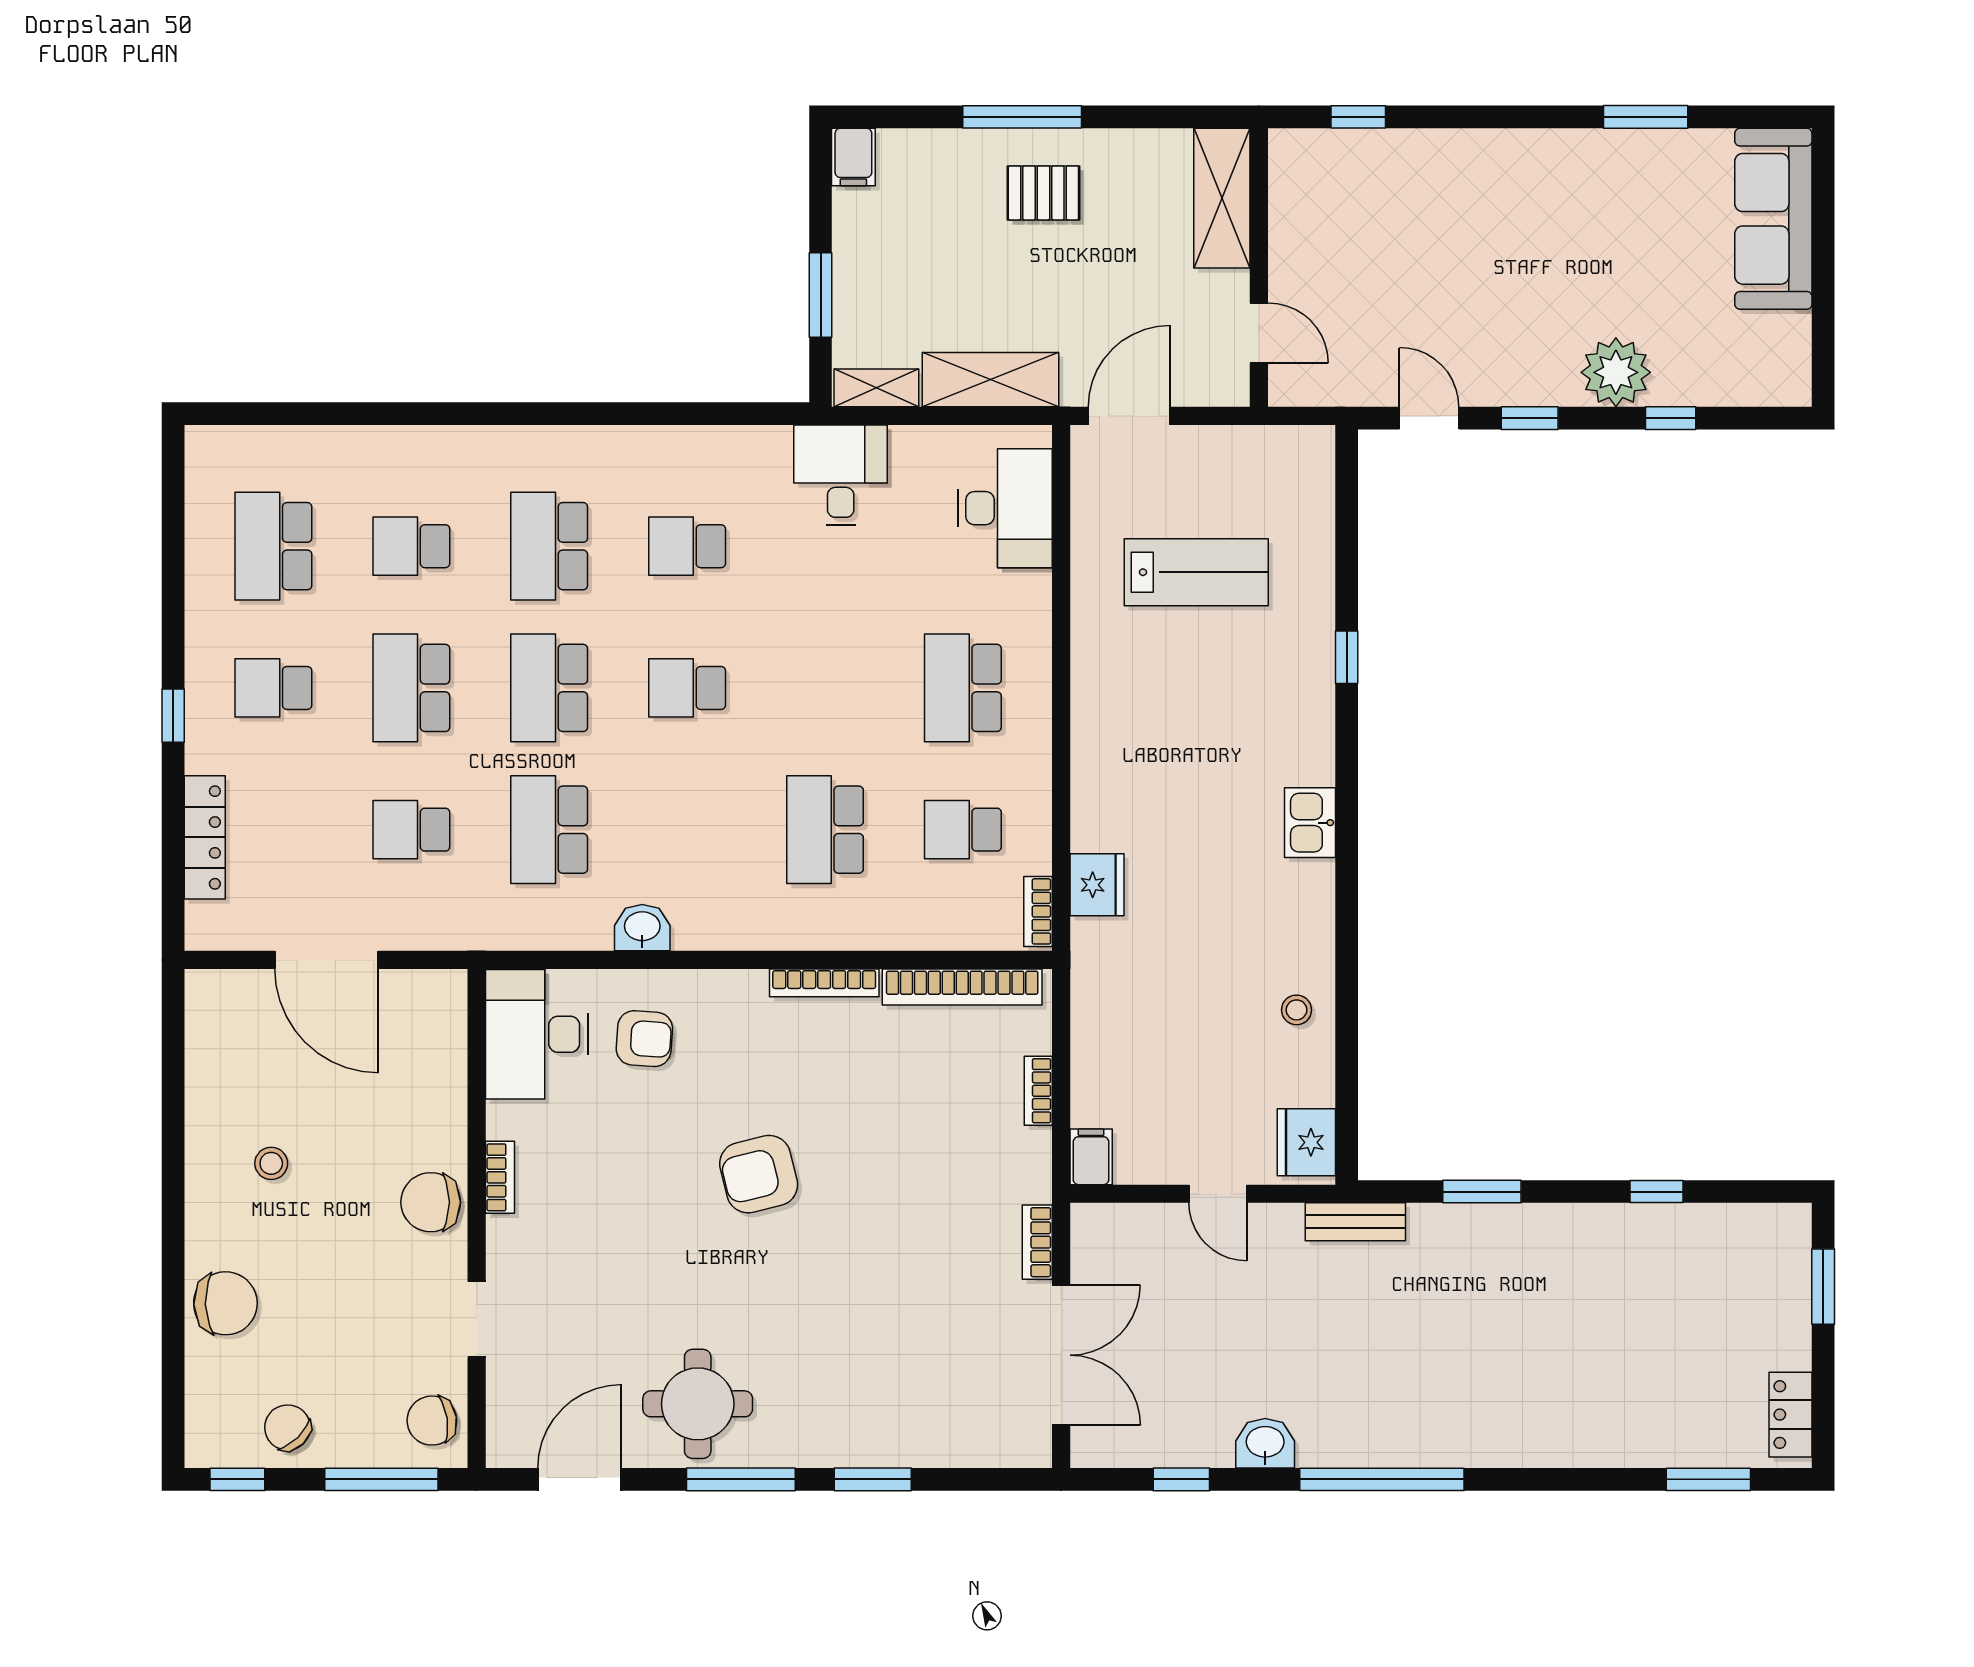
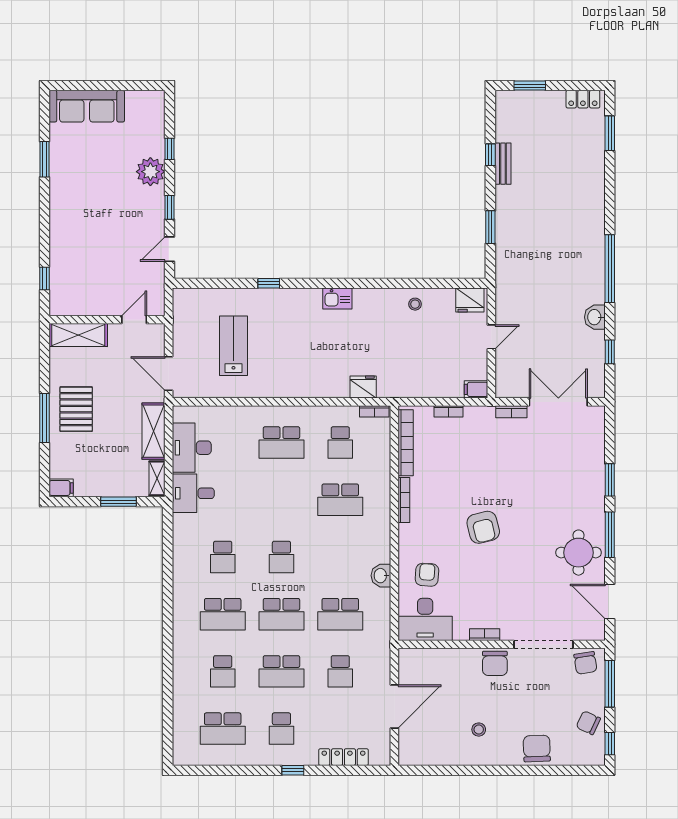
pallet: (1043, 193) -> (76, 409), width x1.50, depth x1.42
desk: (1005, 508) -> (192, 448), moved, turned -90
bench: (1355, 1222) -> (503, 164), moved
doorway: (477, 1319) -> (543, 644), width x1.88
chair: (287, 1427) -> (588, 723), turned 69

